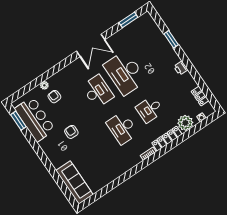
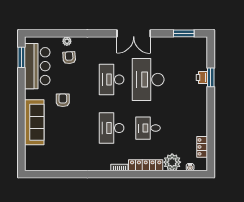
printer: (181, 68) -> (202, 78), moved
desk: (98, 91) -> (112, 80), turned 180
sofa: (74, 182) -> (34, 122), moved

